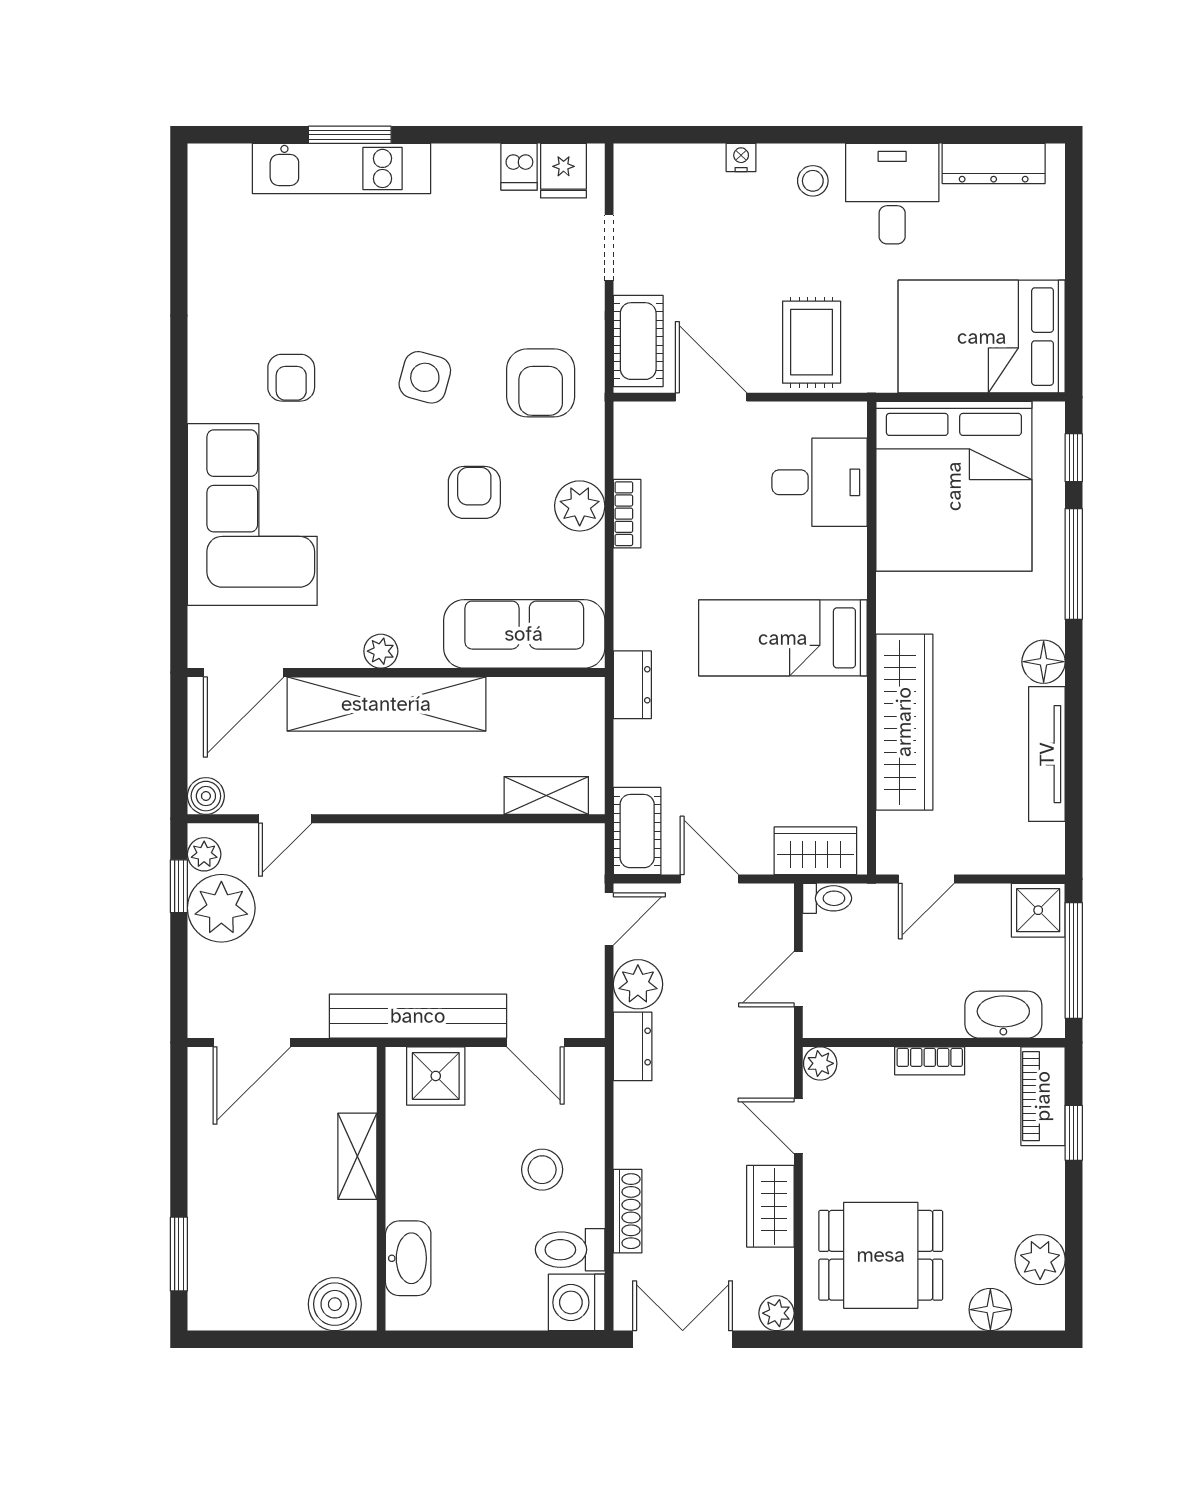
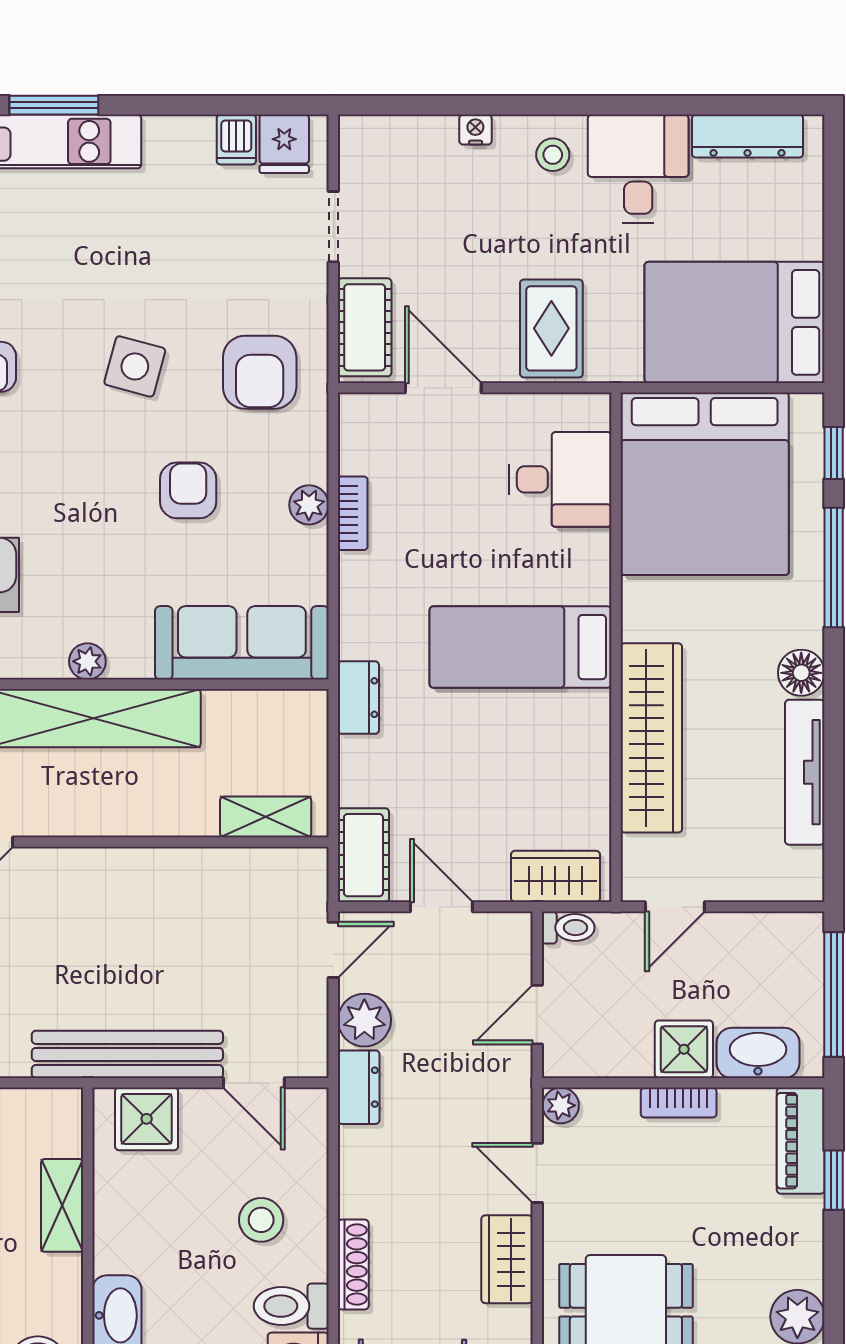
plant: (580, 506) -> (309, 505), width x0.73, depth x0.73
shower: (1038, 910) -> (684, 1049), moved

